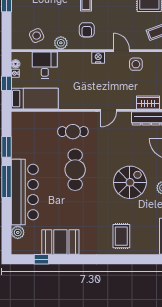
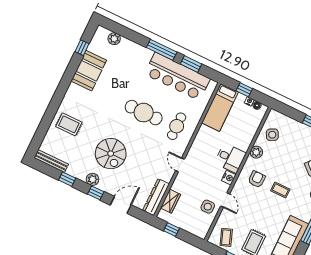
armchair: (87, 30) -> (257, 179), turned 90
door: (121, 51) -> (225, 200), hinge flipped
desk: (45, 65) -> (230, 158), moved
bar counter: (25, 192) -> (177, 76), moved

